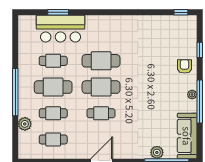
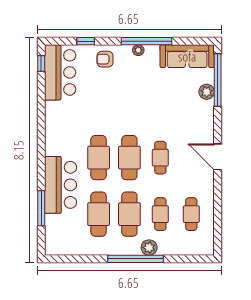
window: (58, 12) -> (41, 208), width x1.44
bar counter: (173, 28) -> (60, 72), added
bar counter: (60, 29) -> (61, 185), moved
cafe table: (53, 61) -> (99, 214), width x1.37, depth x1.35
plant: (25, 124) -> (149, 248), moved

